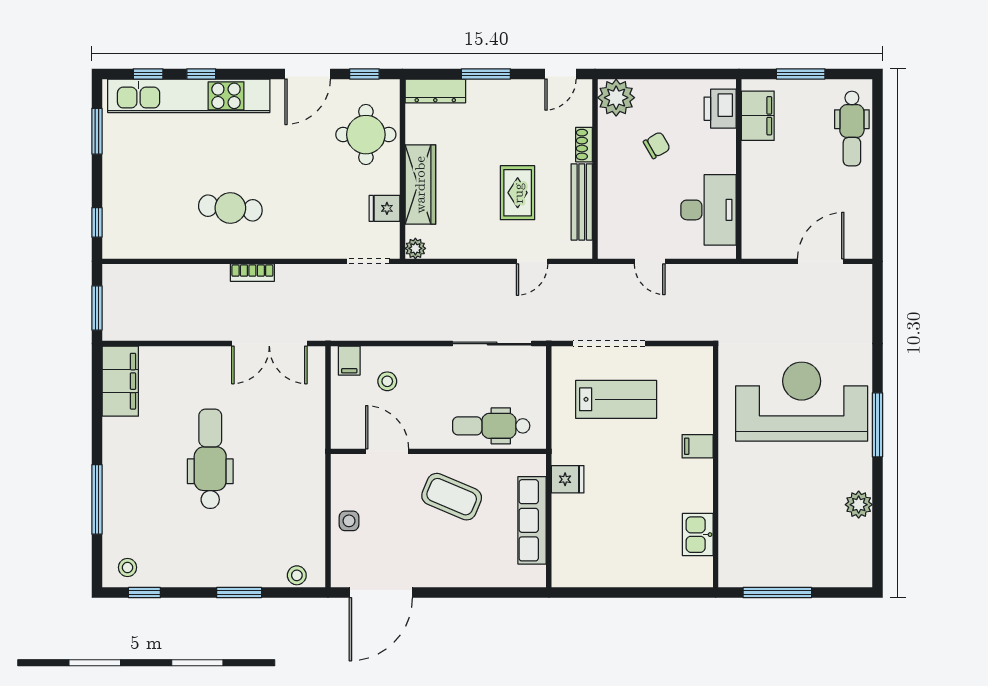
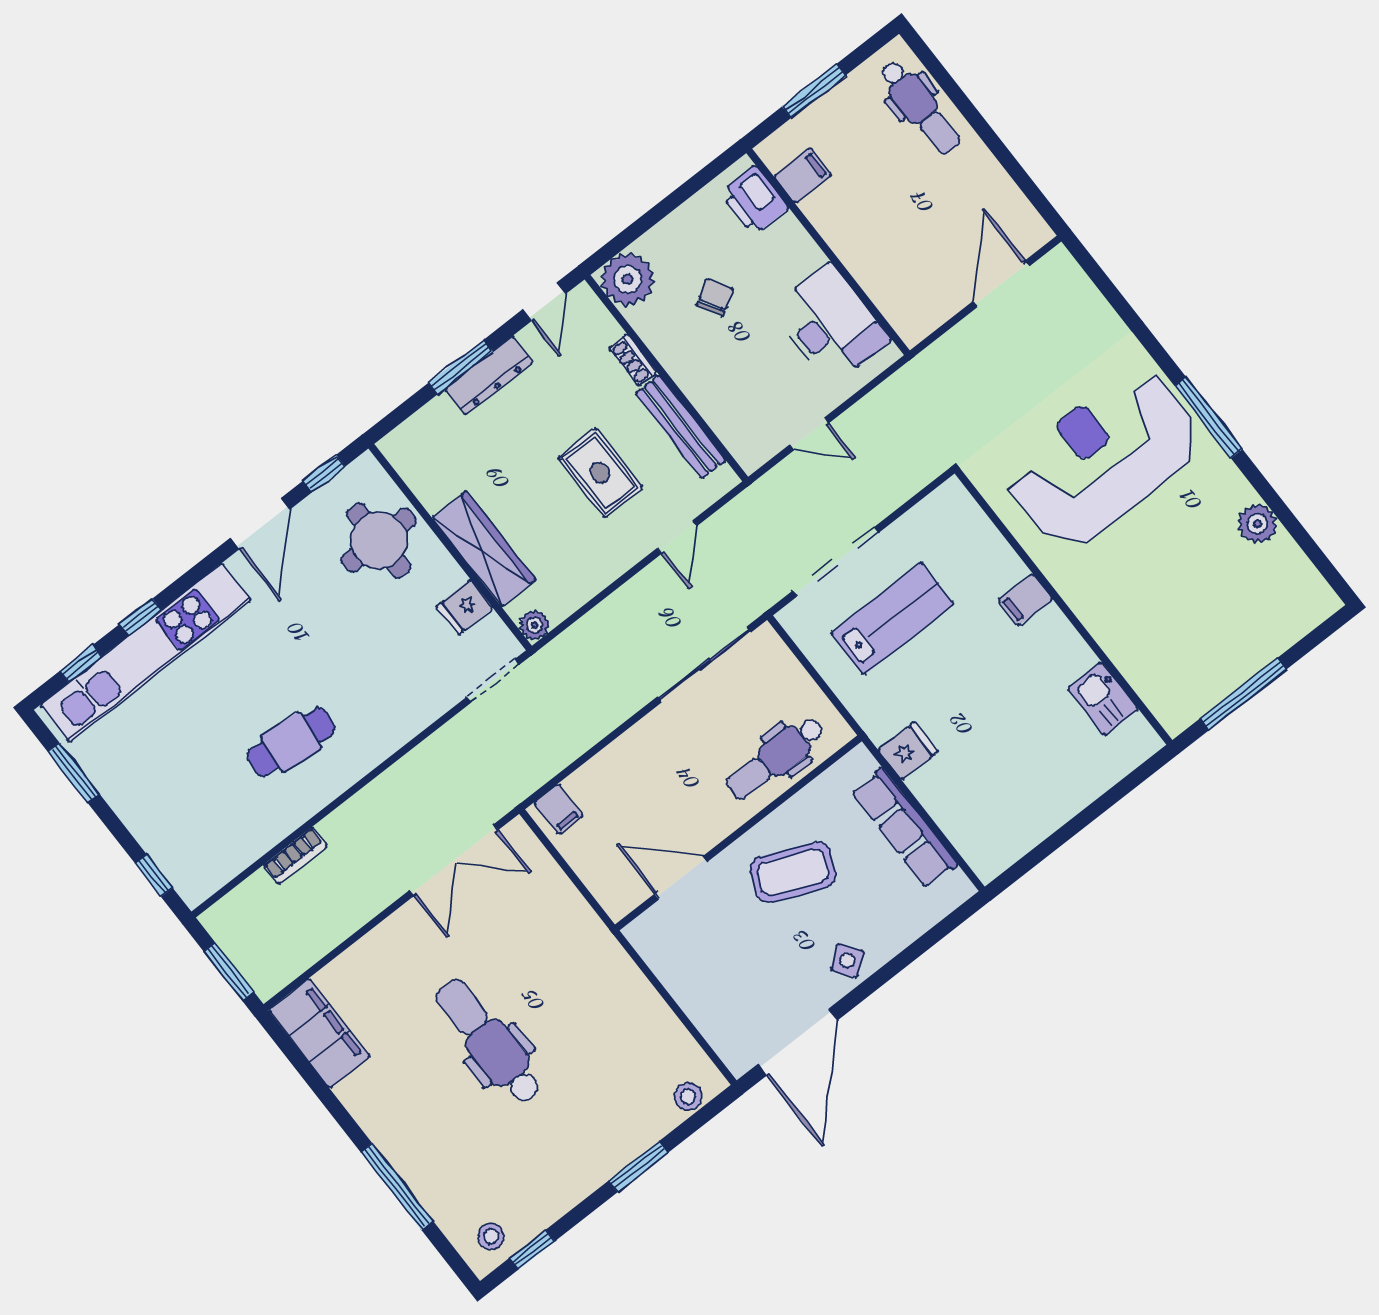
dresser: (435, 91) -> (489, 375), moved
filing cabinet: (758, 116) -> (803, 175), width x0.50
bookcase: (252, 273) -> (295, 856), moved
stool: (387, 381) -> (619, 799), removed
side table: (349, 521) -> (847, 961), moved, turned -36

